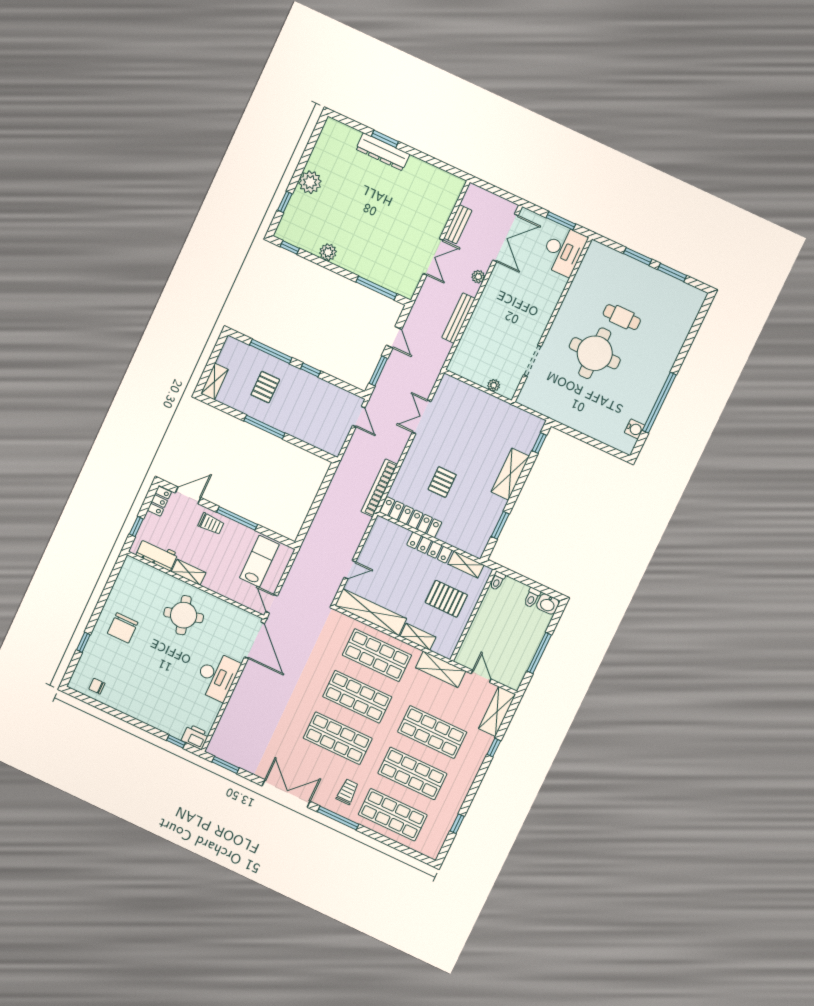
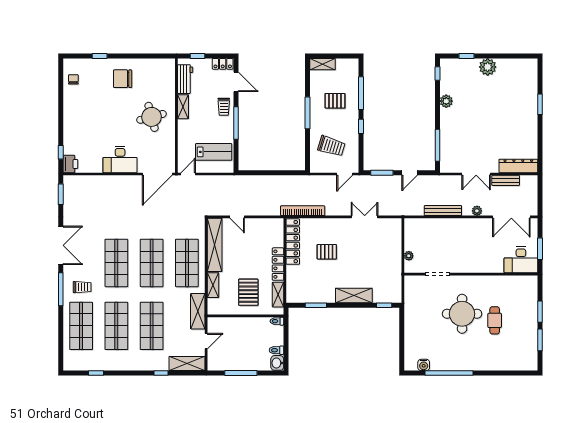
dresser: (383, 152) -> (518, 166), moved, turned 90
trolley: (318, 417) -> (331, 146), added

